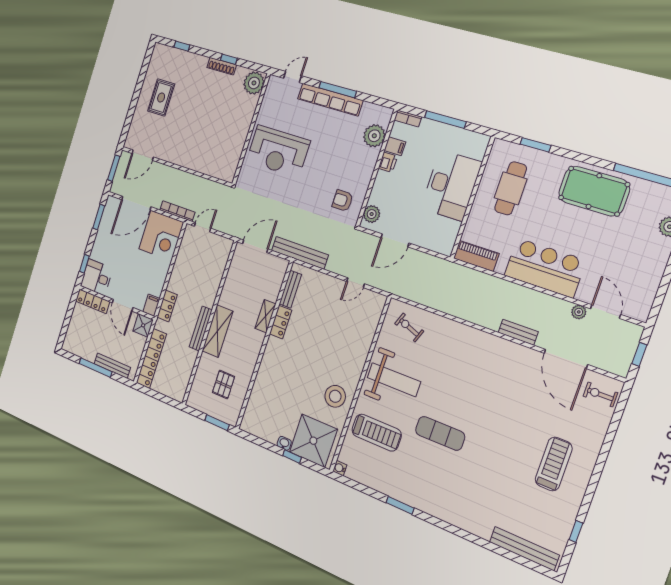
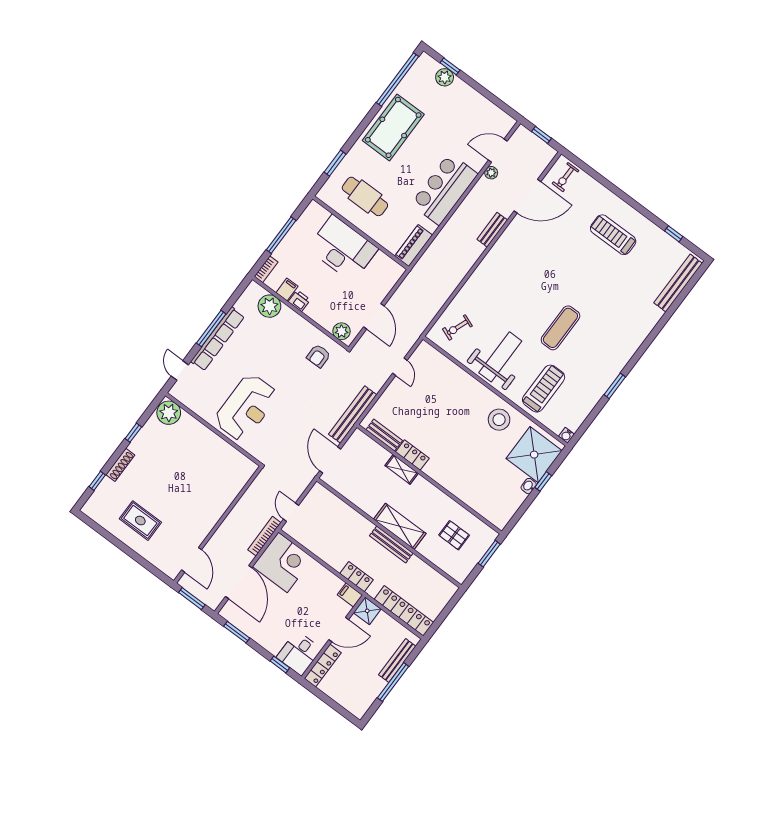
shoe rack: (222, 66) -> (120, 465), moved

